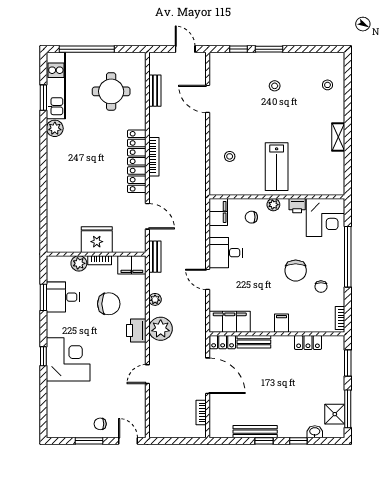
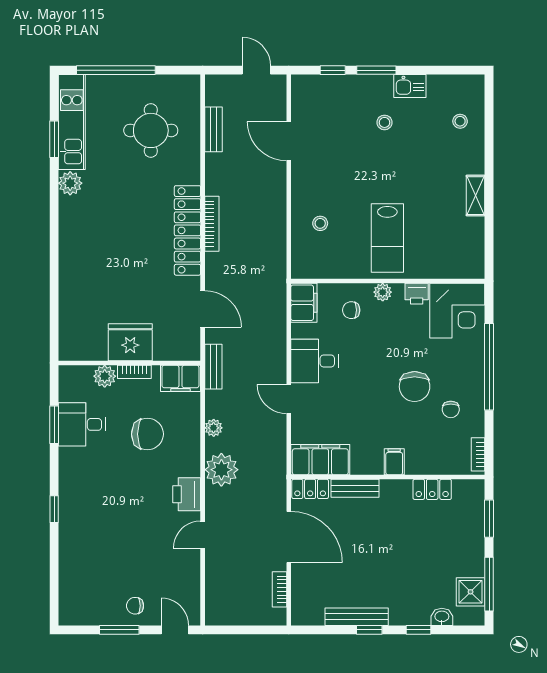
kitchen sink: (292, 60) -> (410, 86), added
printer: (136, 331) -> (187, 494), moved
corner desk: (68, 359) -> (89, 514), removed

